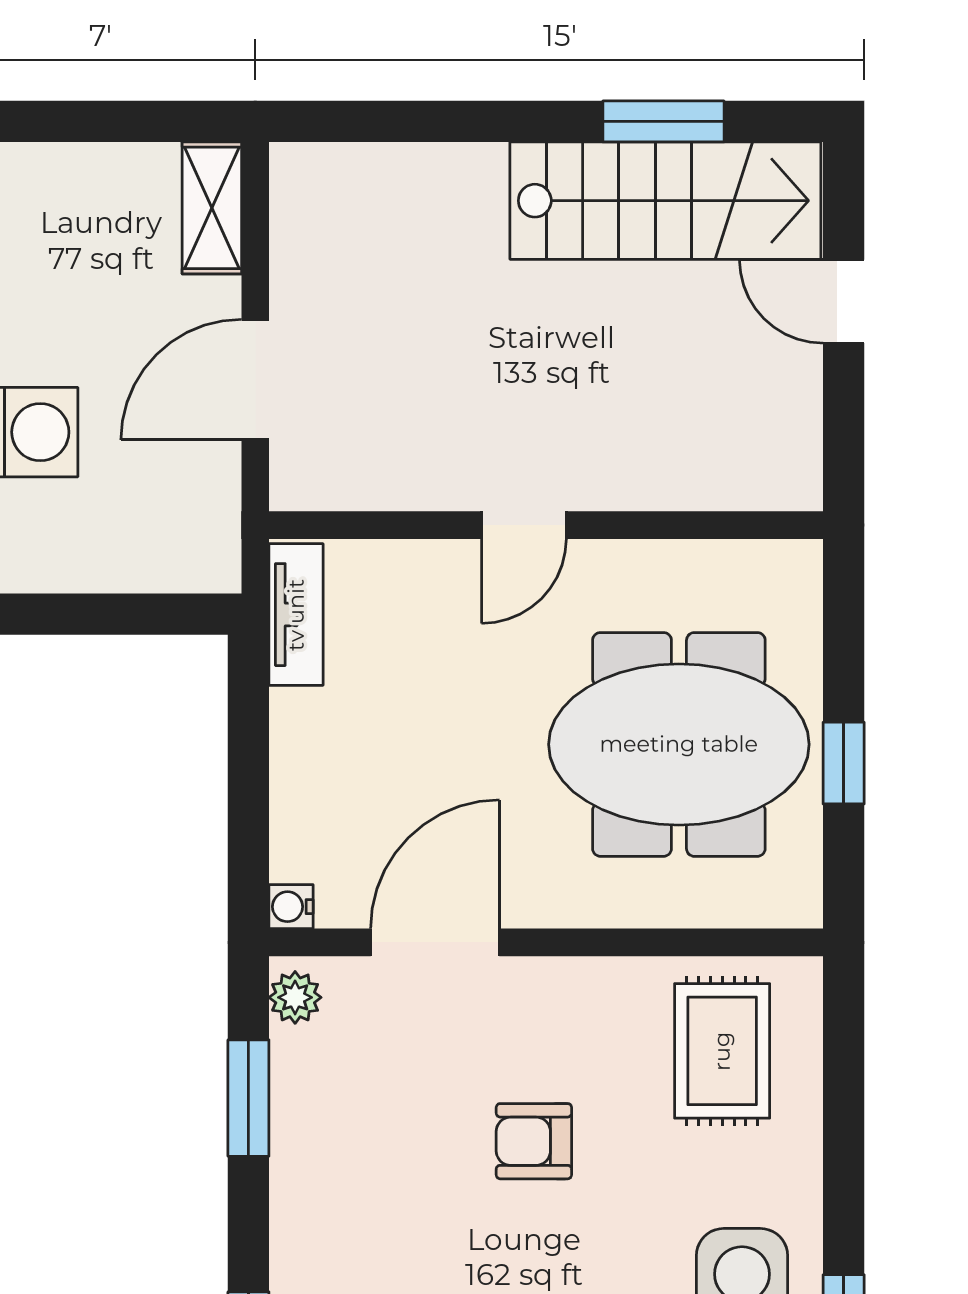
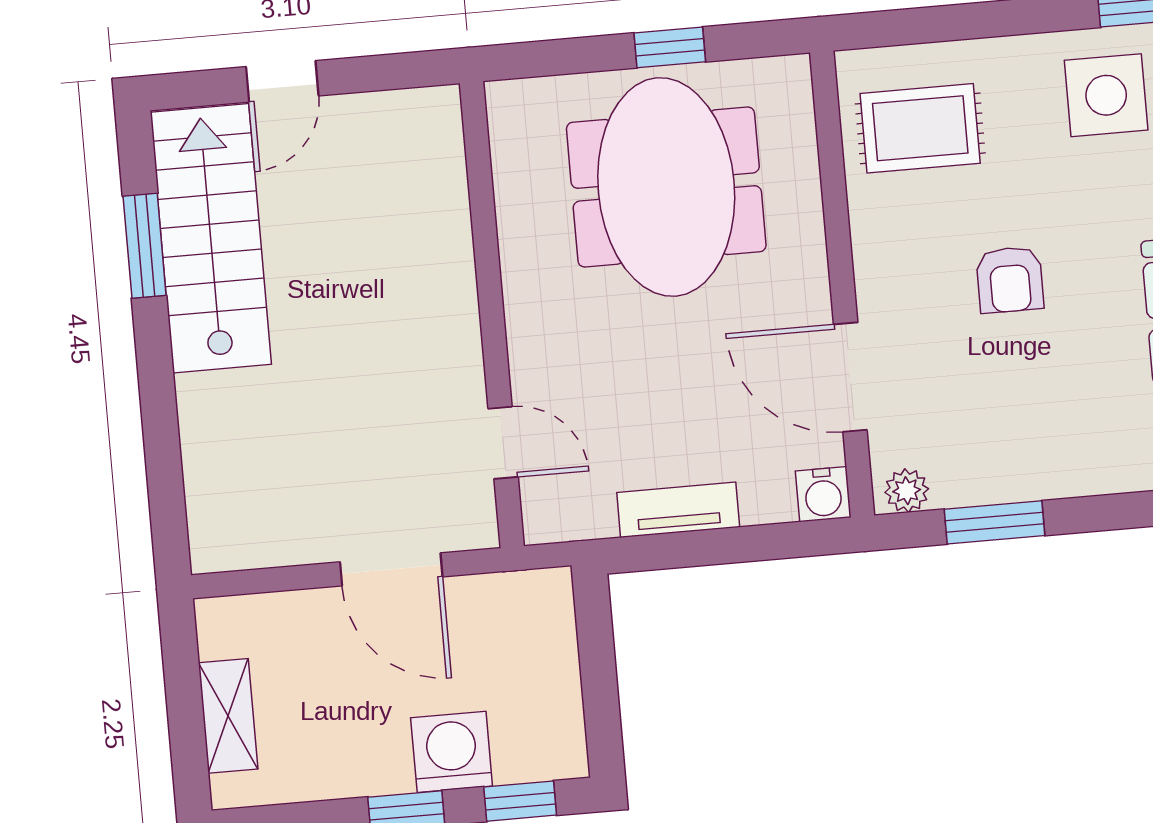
shelving: (212, 208) -> (228, 716), moved, turned 90
door: (524, 525) -> (503, 443), moved
tv unit: (296, 615) -> (678, 510), moved
water cooler: (291, 907) -> (823, 494), width x1.38, depth x1.38

